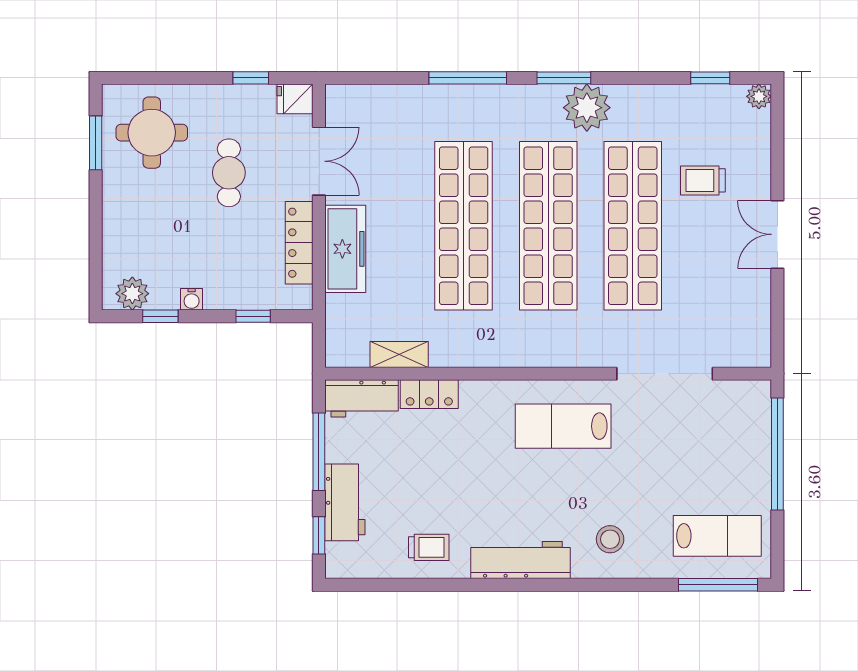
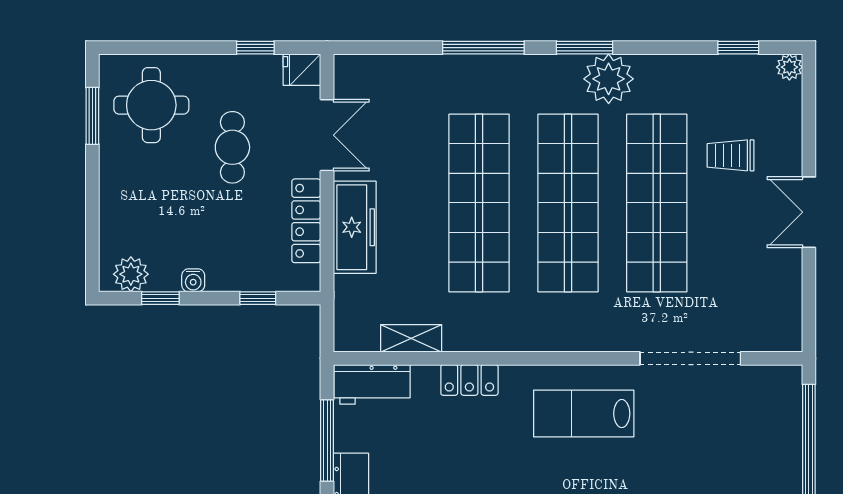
locker: (429, 394) -> (469, 380), moved

